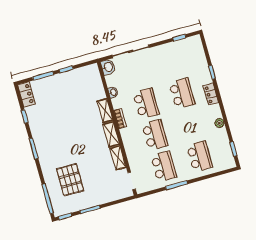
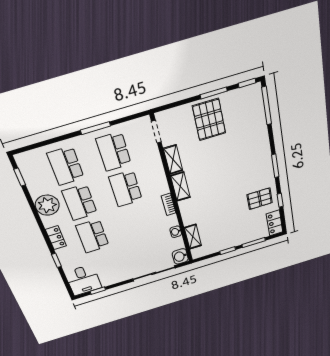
desk: (191, 50) -> (83, 280), added
school desk: (146, 103) -> (80, 202), moved
shelving: (105, 111) -> (193, 237), moved
pallet: (43, 119) -> (260, 199), added
plant: (219, 123) -> (47, 205), width x1.88, depth x1.88
pallet: (70, 180) -> (209, 120), moved

